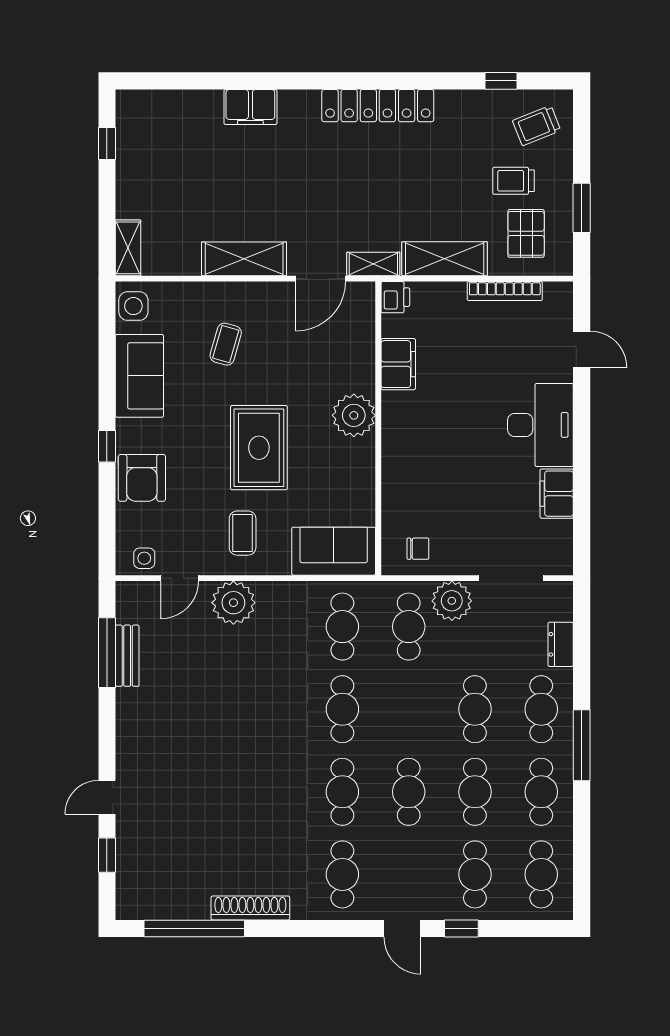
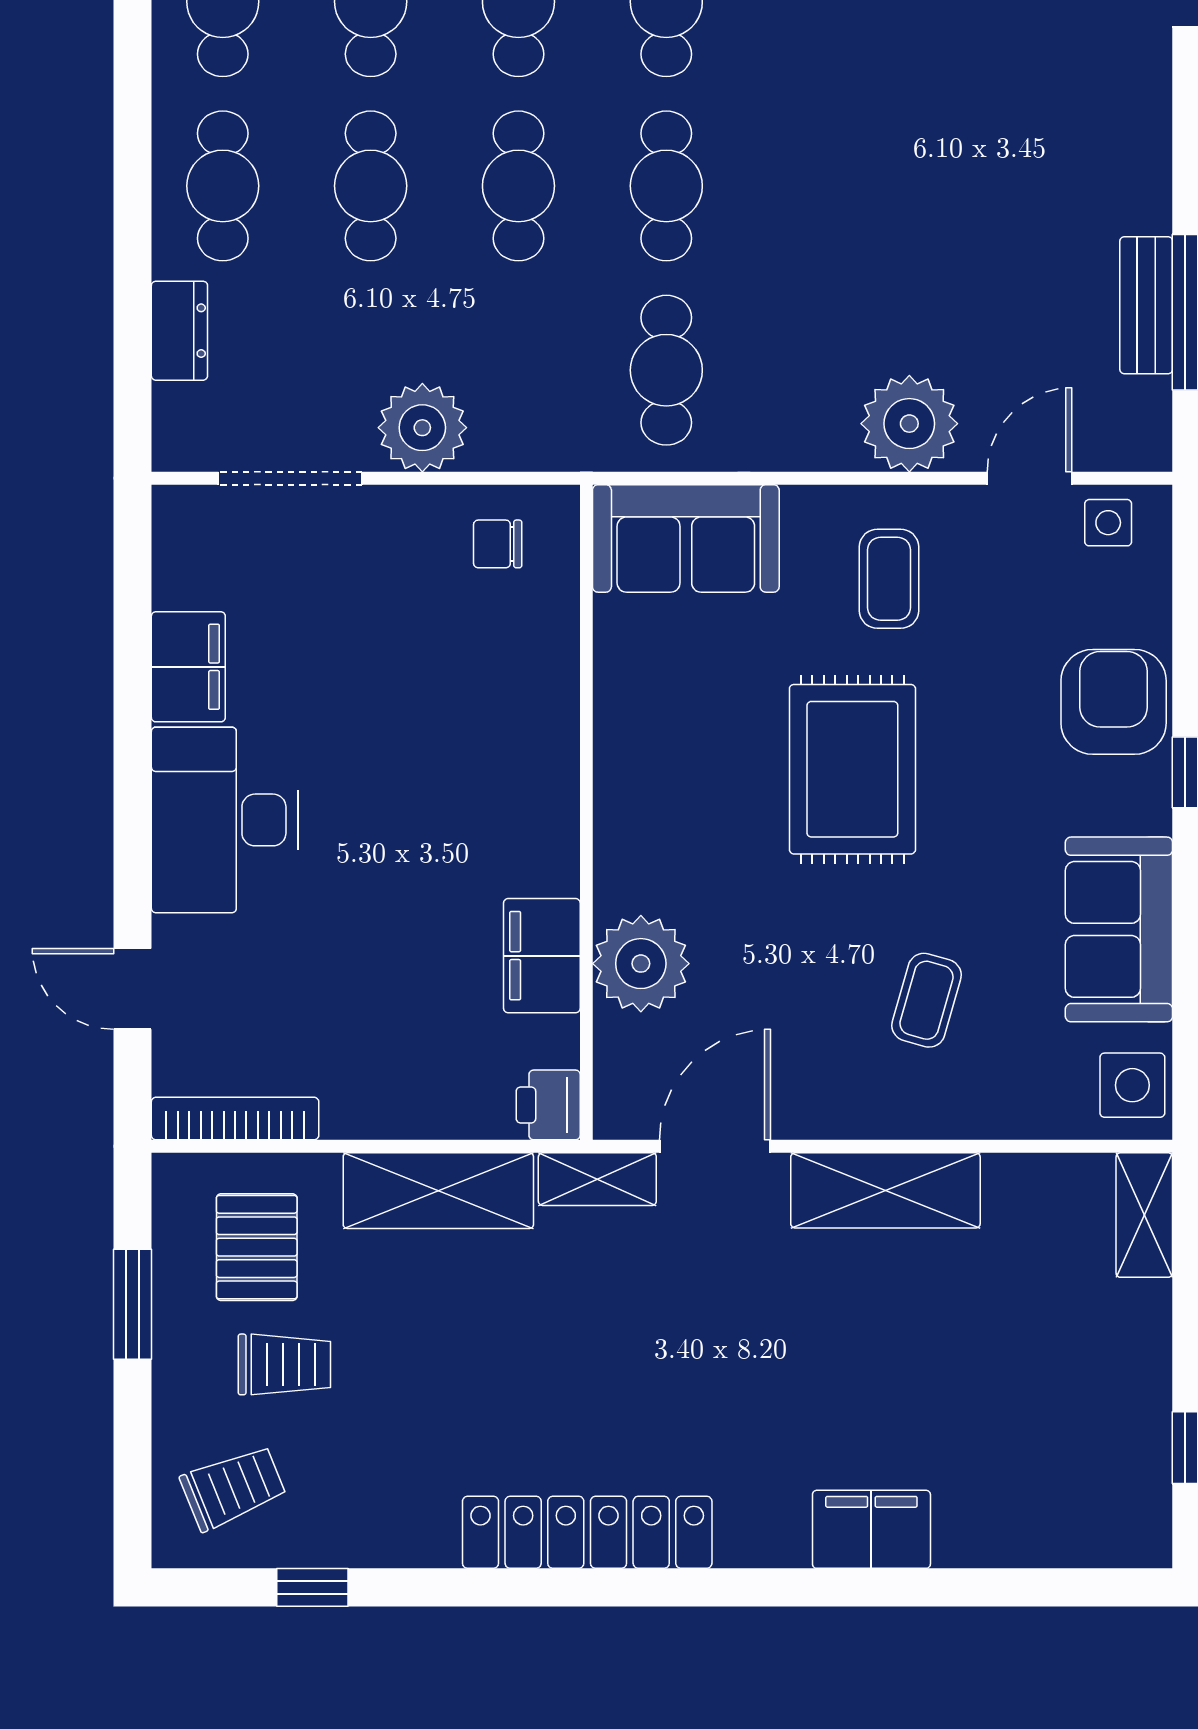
bookcase: (505, 291) -> (235, 1119), moved
plant: (354, 415) -> (641, 964), moved
cafe table: (409, 627) -> (518, 186), moved
window: (582, 745) -> (133, 105), removed

